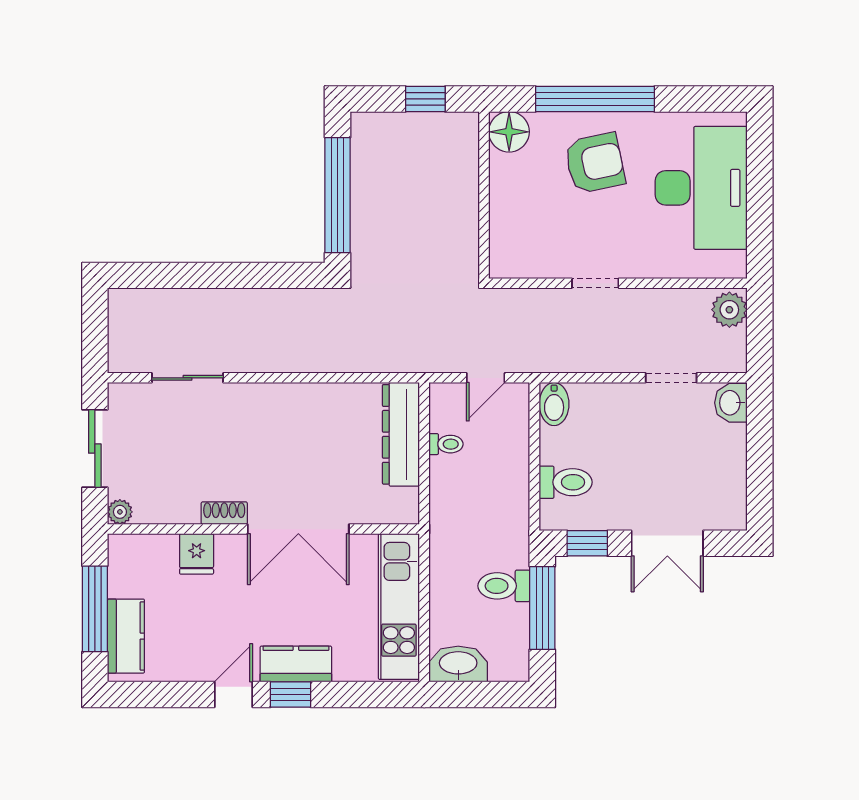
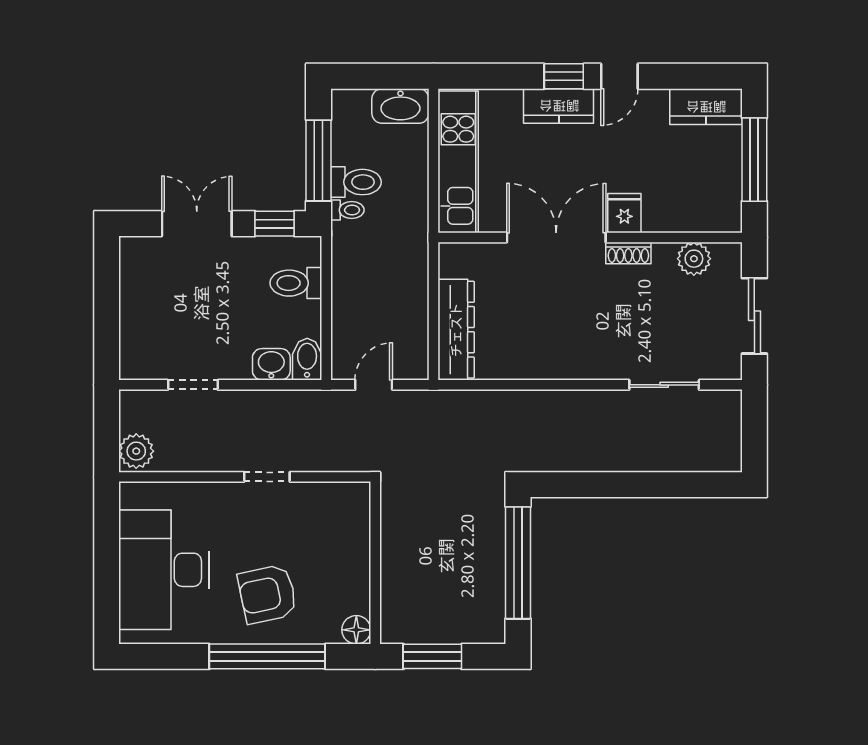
window: (425, 99) -> (432, 656), width x1.50
floor lamp: (509, 132) -> (356, 630), width x0.73, depth x0.73
washbasin: (731, 403) -> (271, 364), moved, turned -90
toilet: (446, 444) -> (347, 210), moved, turned 180
plant: (120, 512) -> (694, 259), moved, width x1.38, depth x1.38
fridge: (197, 554) -> (624, 213), moved
kitchen counter: (126, 636) -> (706, 107), moved, turned -90

